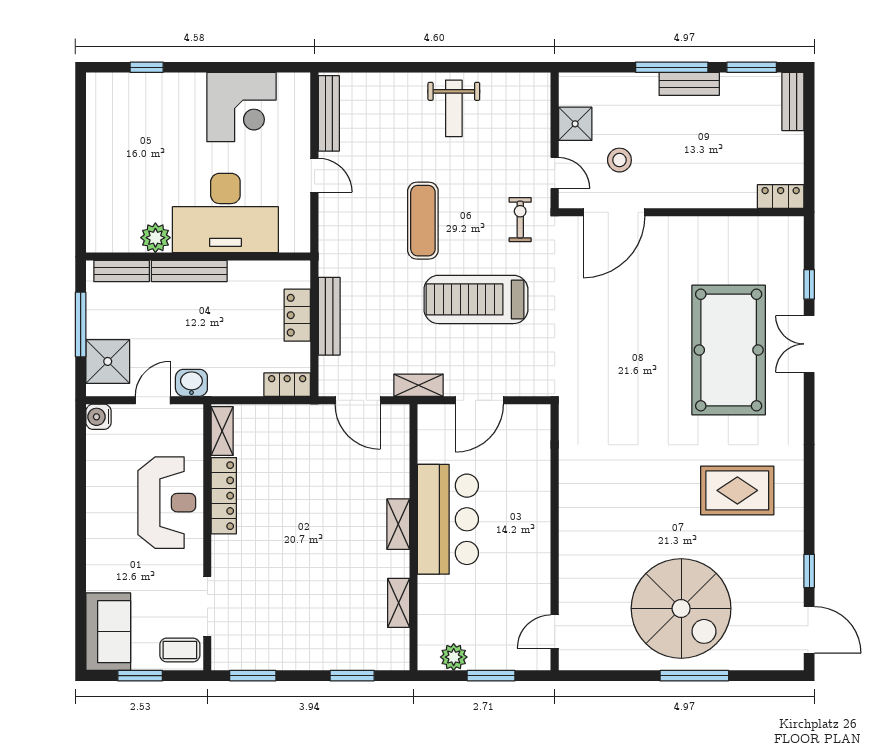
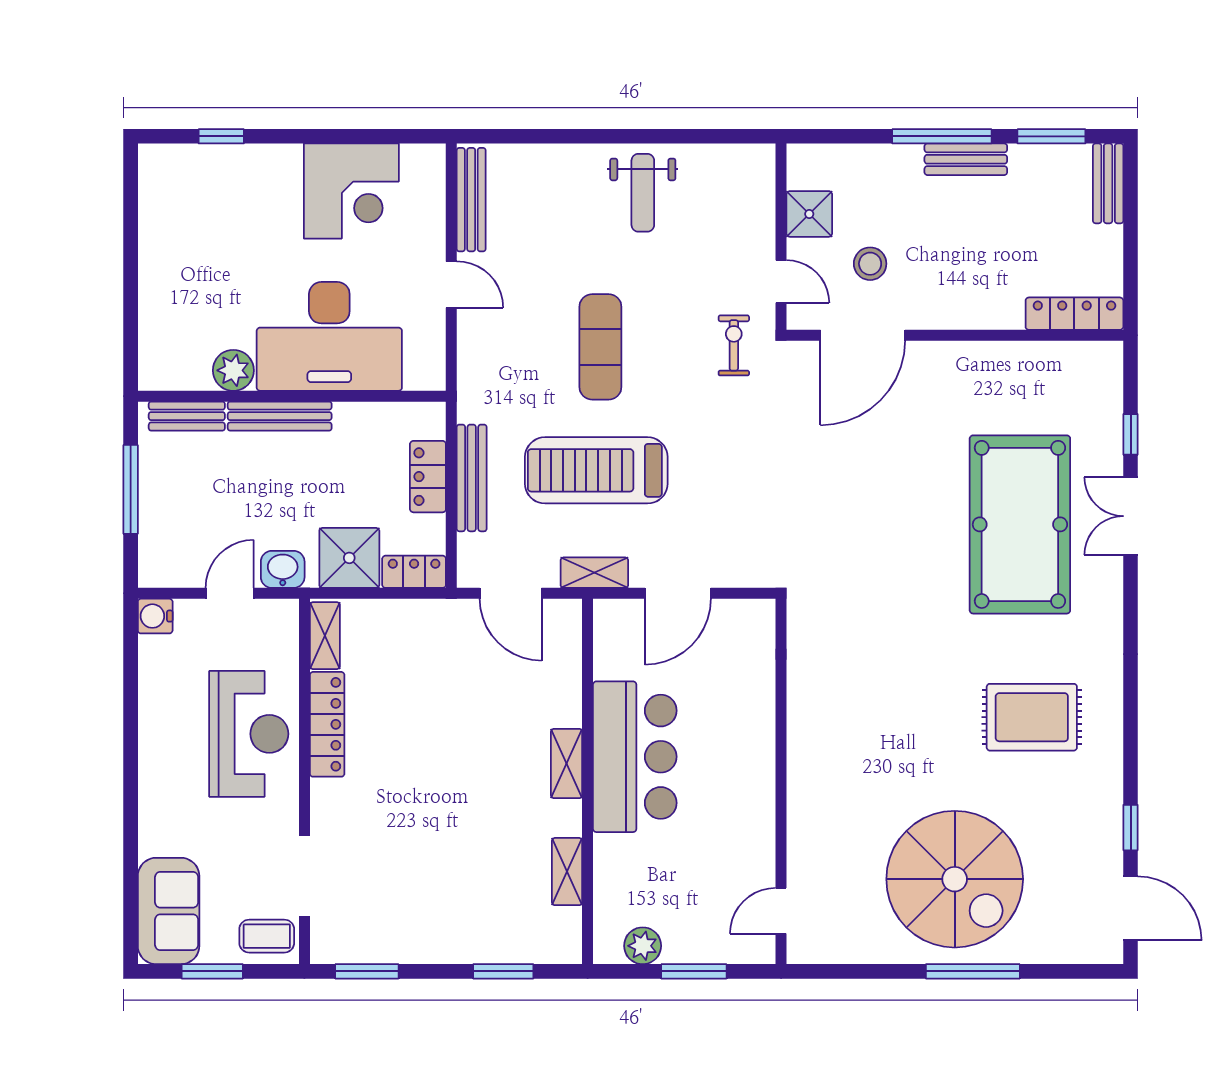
locker: (781, 196) -> (1074, 314), width x1.53
treadmill: (476, 299) -> (596, 470), moved
shower: (108, 361) -> (349, 558), moved

